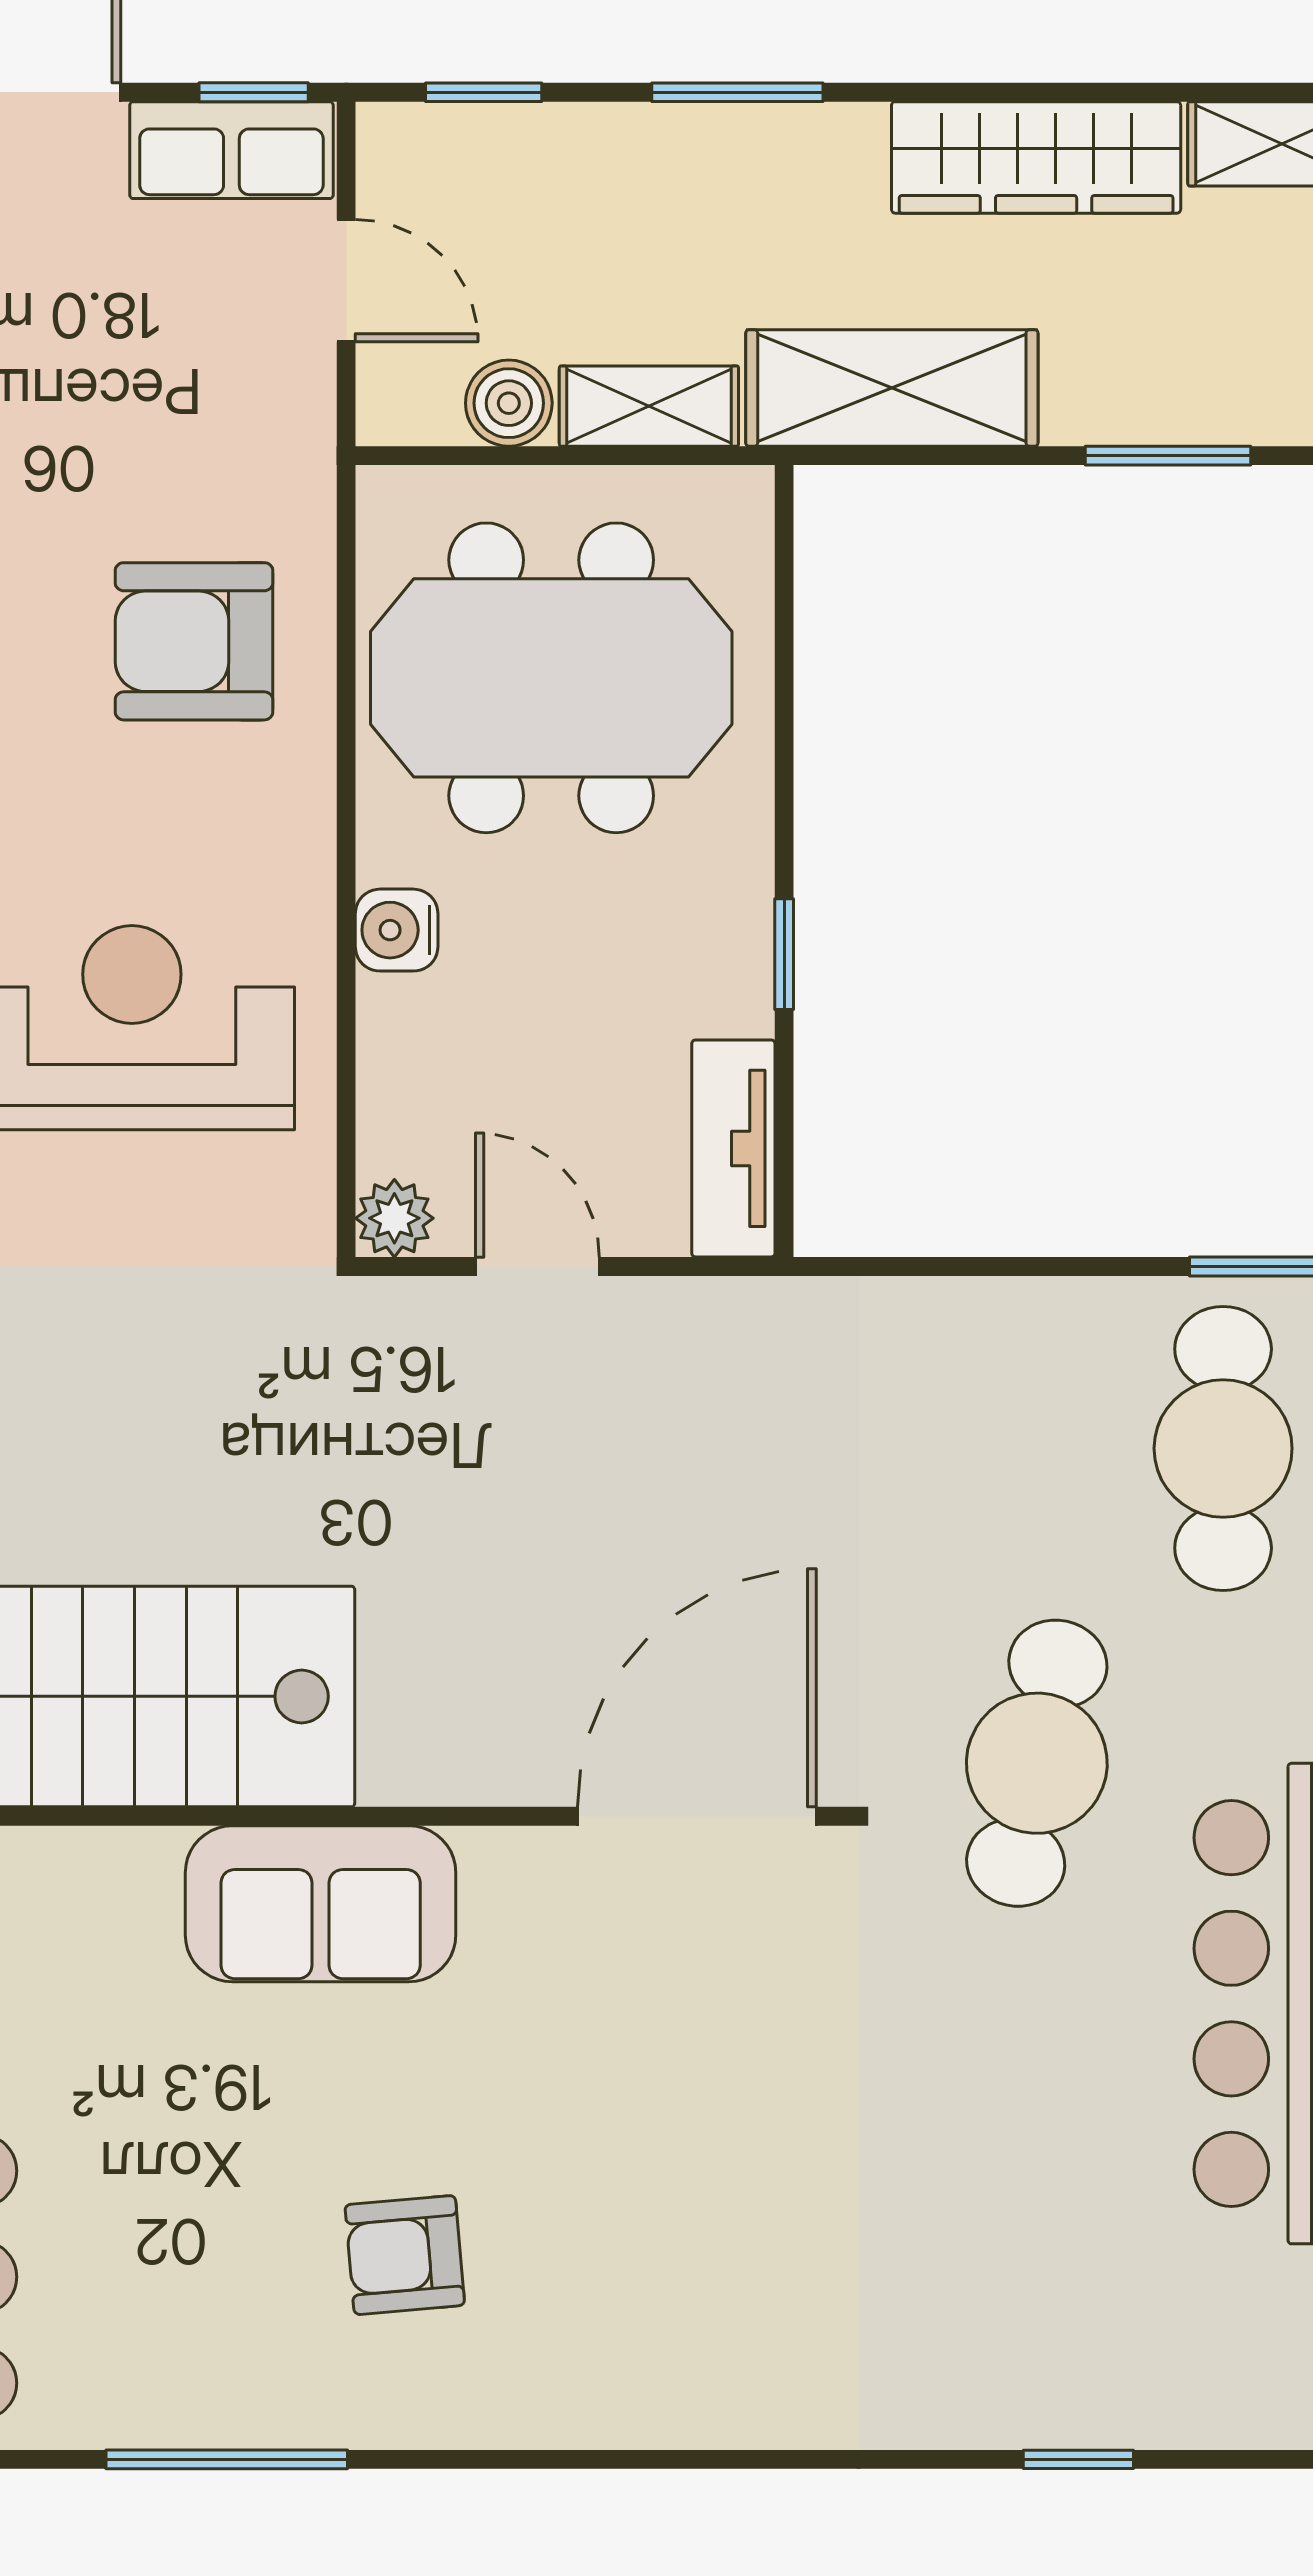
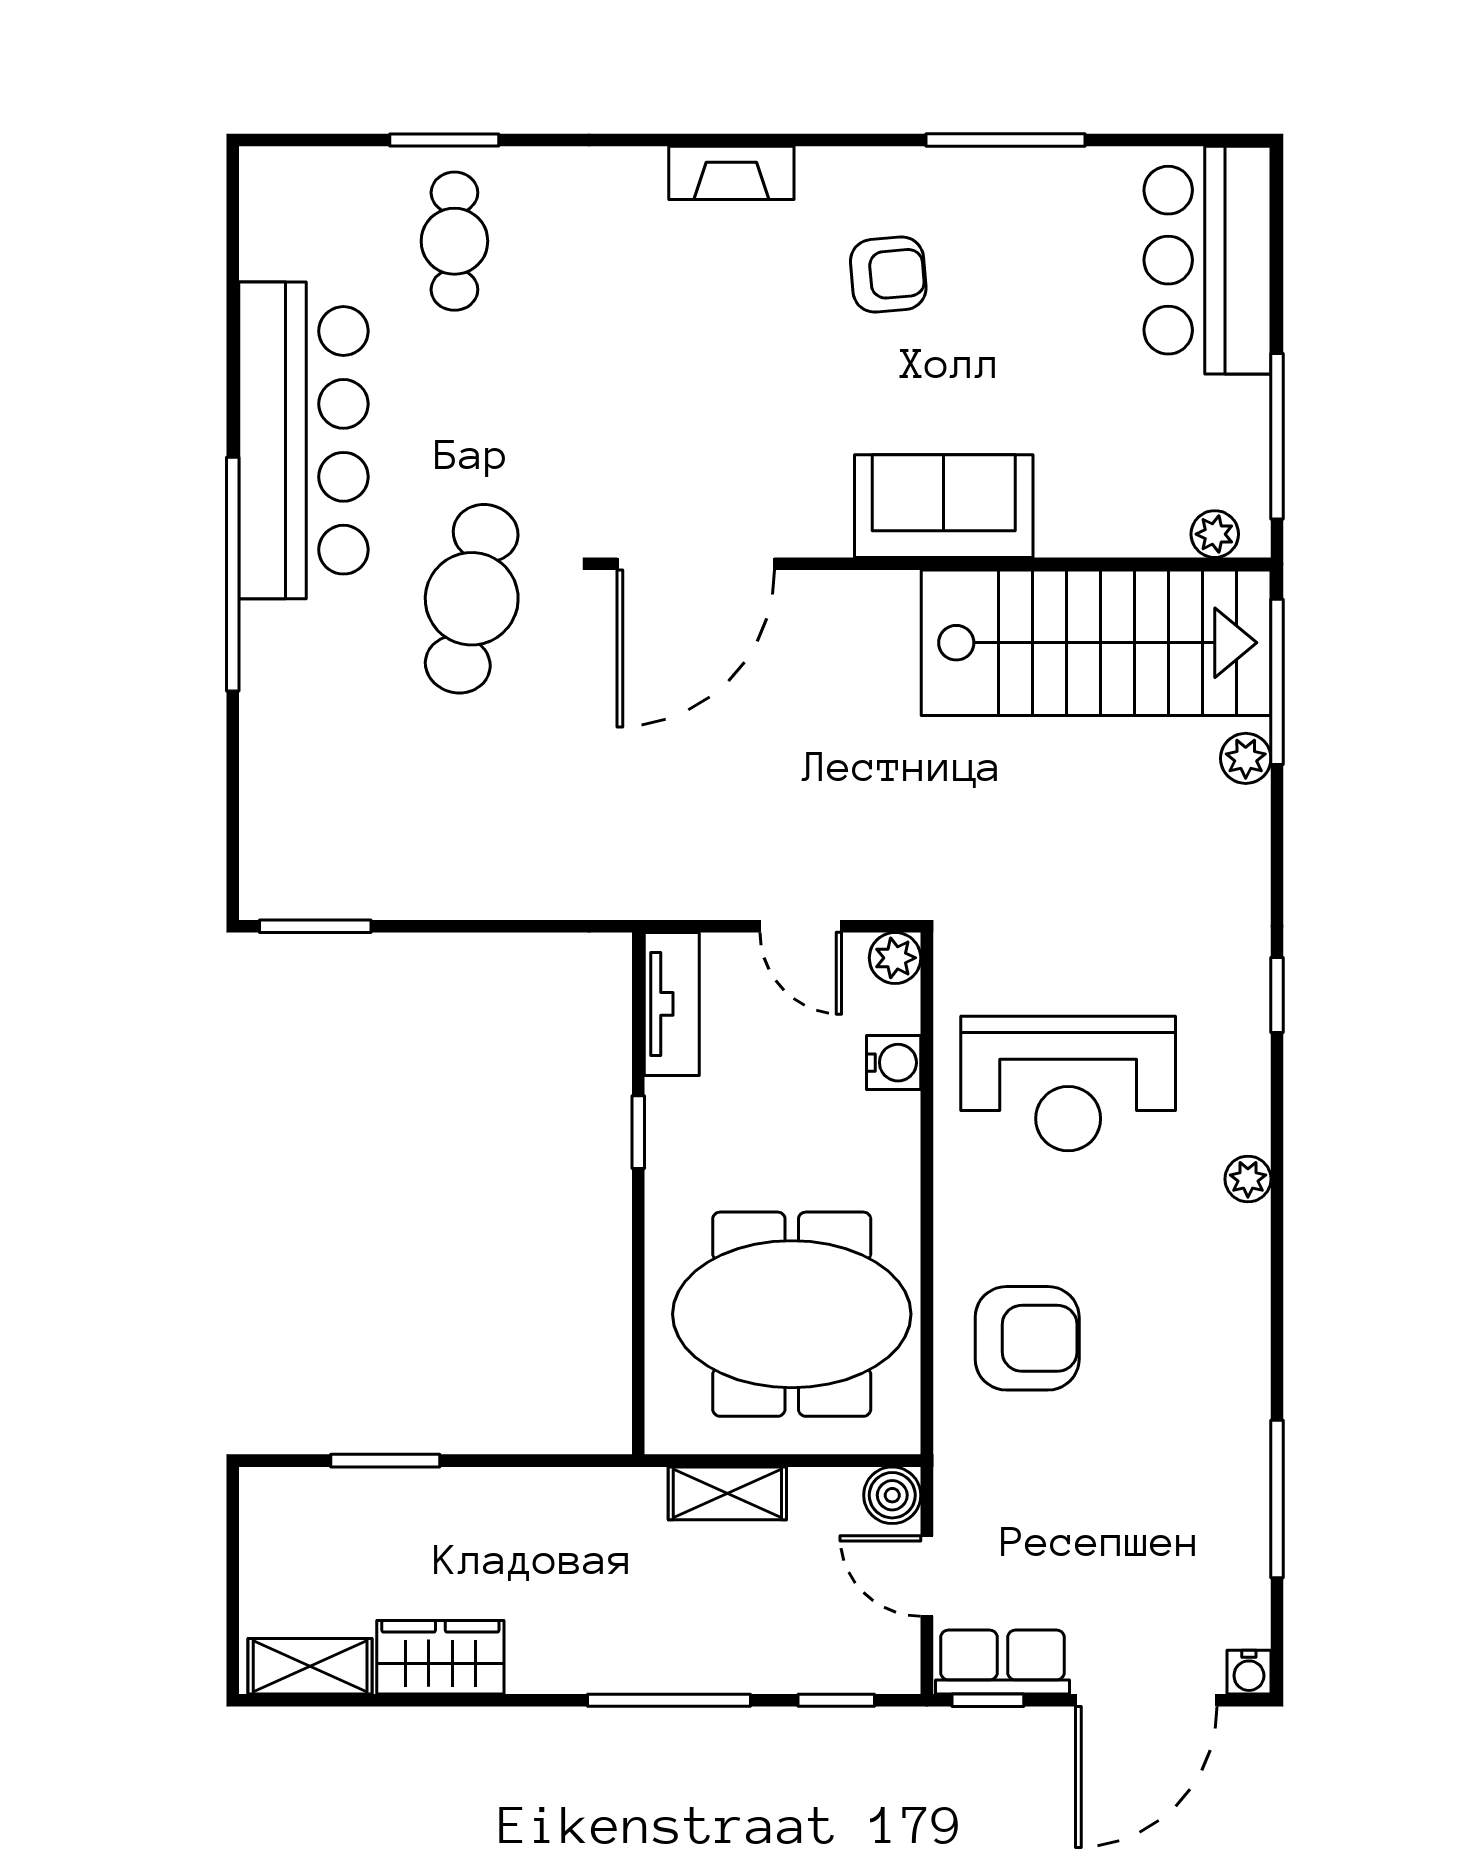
window: (737, 92) -> (669, 1700), width x1.44
wardrobe: (1036, 157) -> (440, 1657), width x0.67
shelving: (892, 388) -> (567, 1505), removed
boiler: (509, 403) -> (892, 1495), moved
water cooler: (397, 930) -> (894, 1063), moved
cafe table: (1223, 1448) -> (454, 241), moved, width x0.73, depth x0.74
fireplace: (643, 2409) -> (731, 173), added
window: (1078, 2459) -> (444, 140), width x1.50

